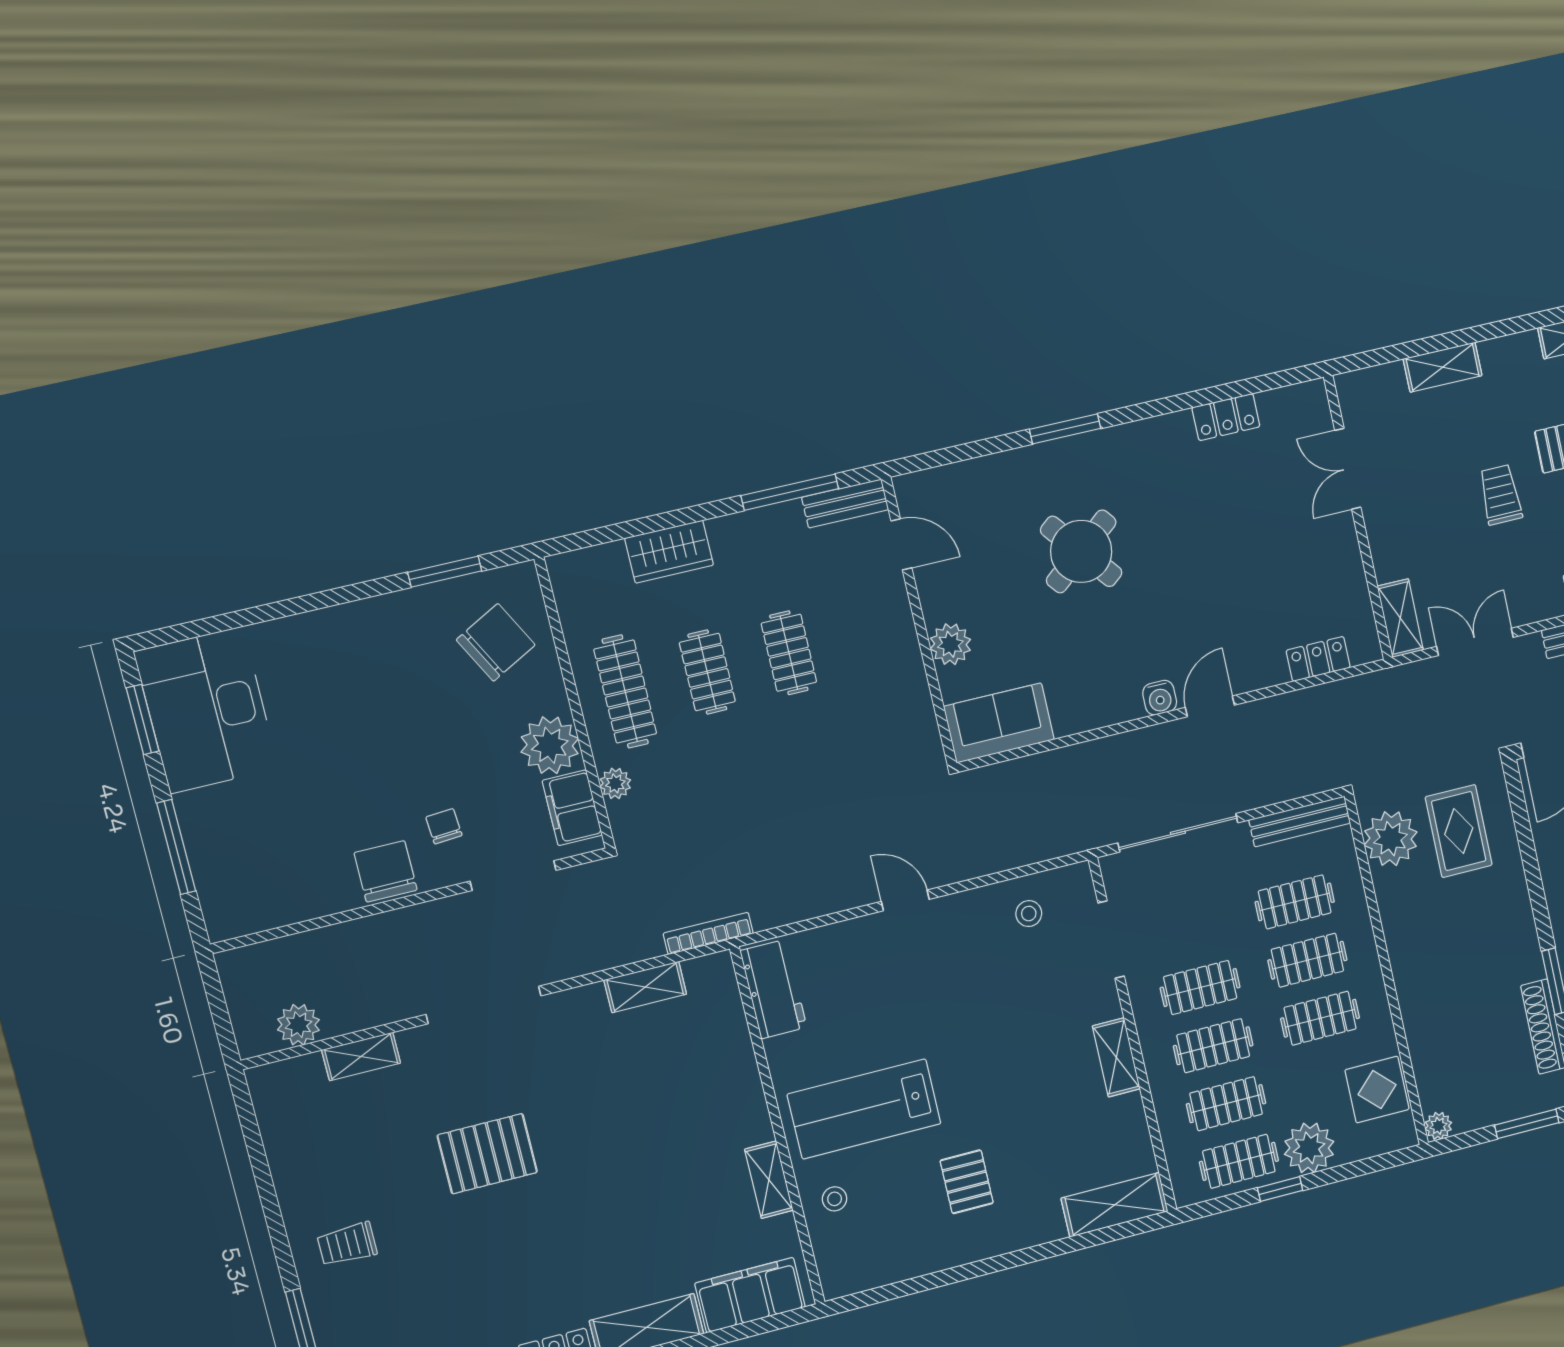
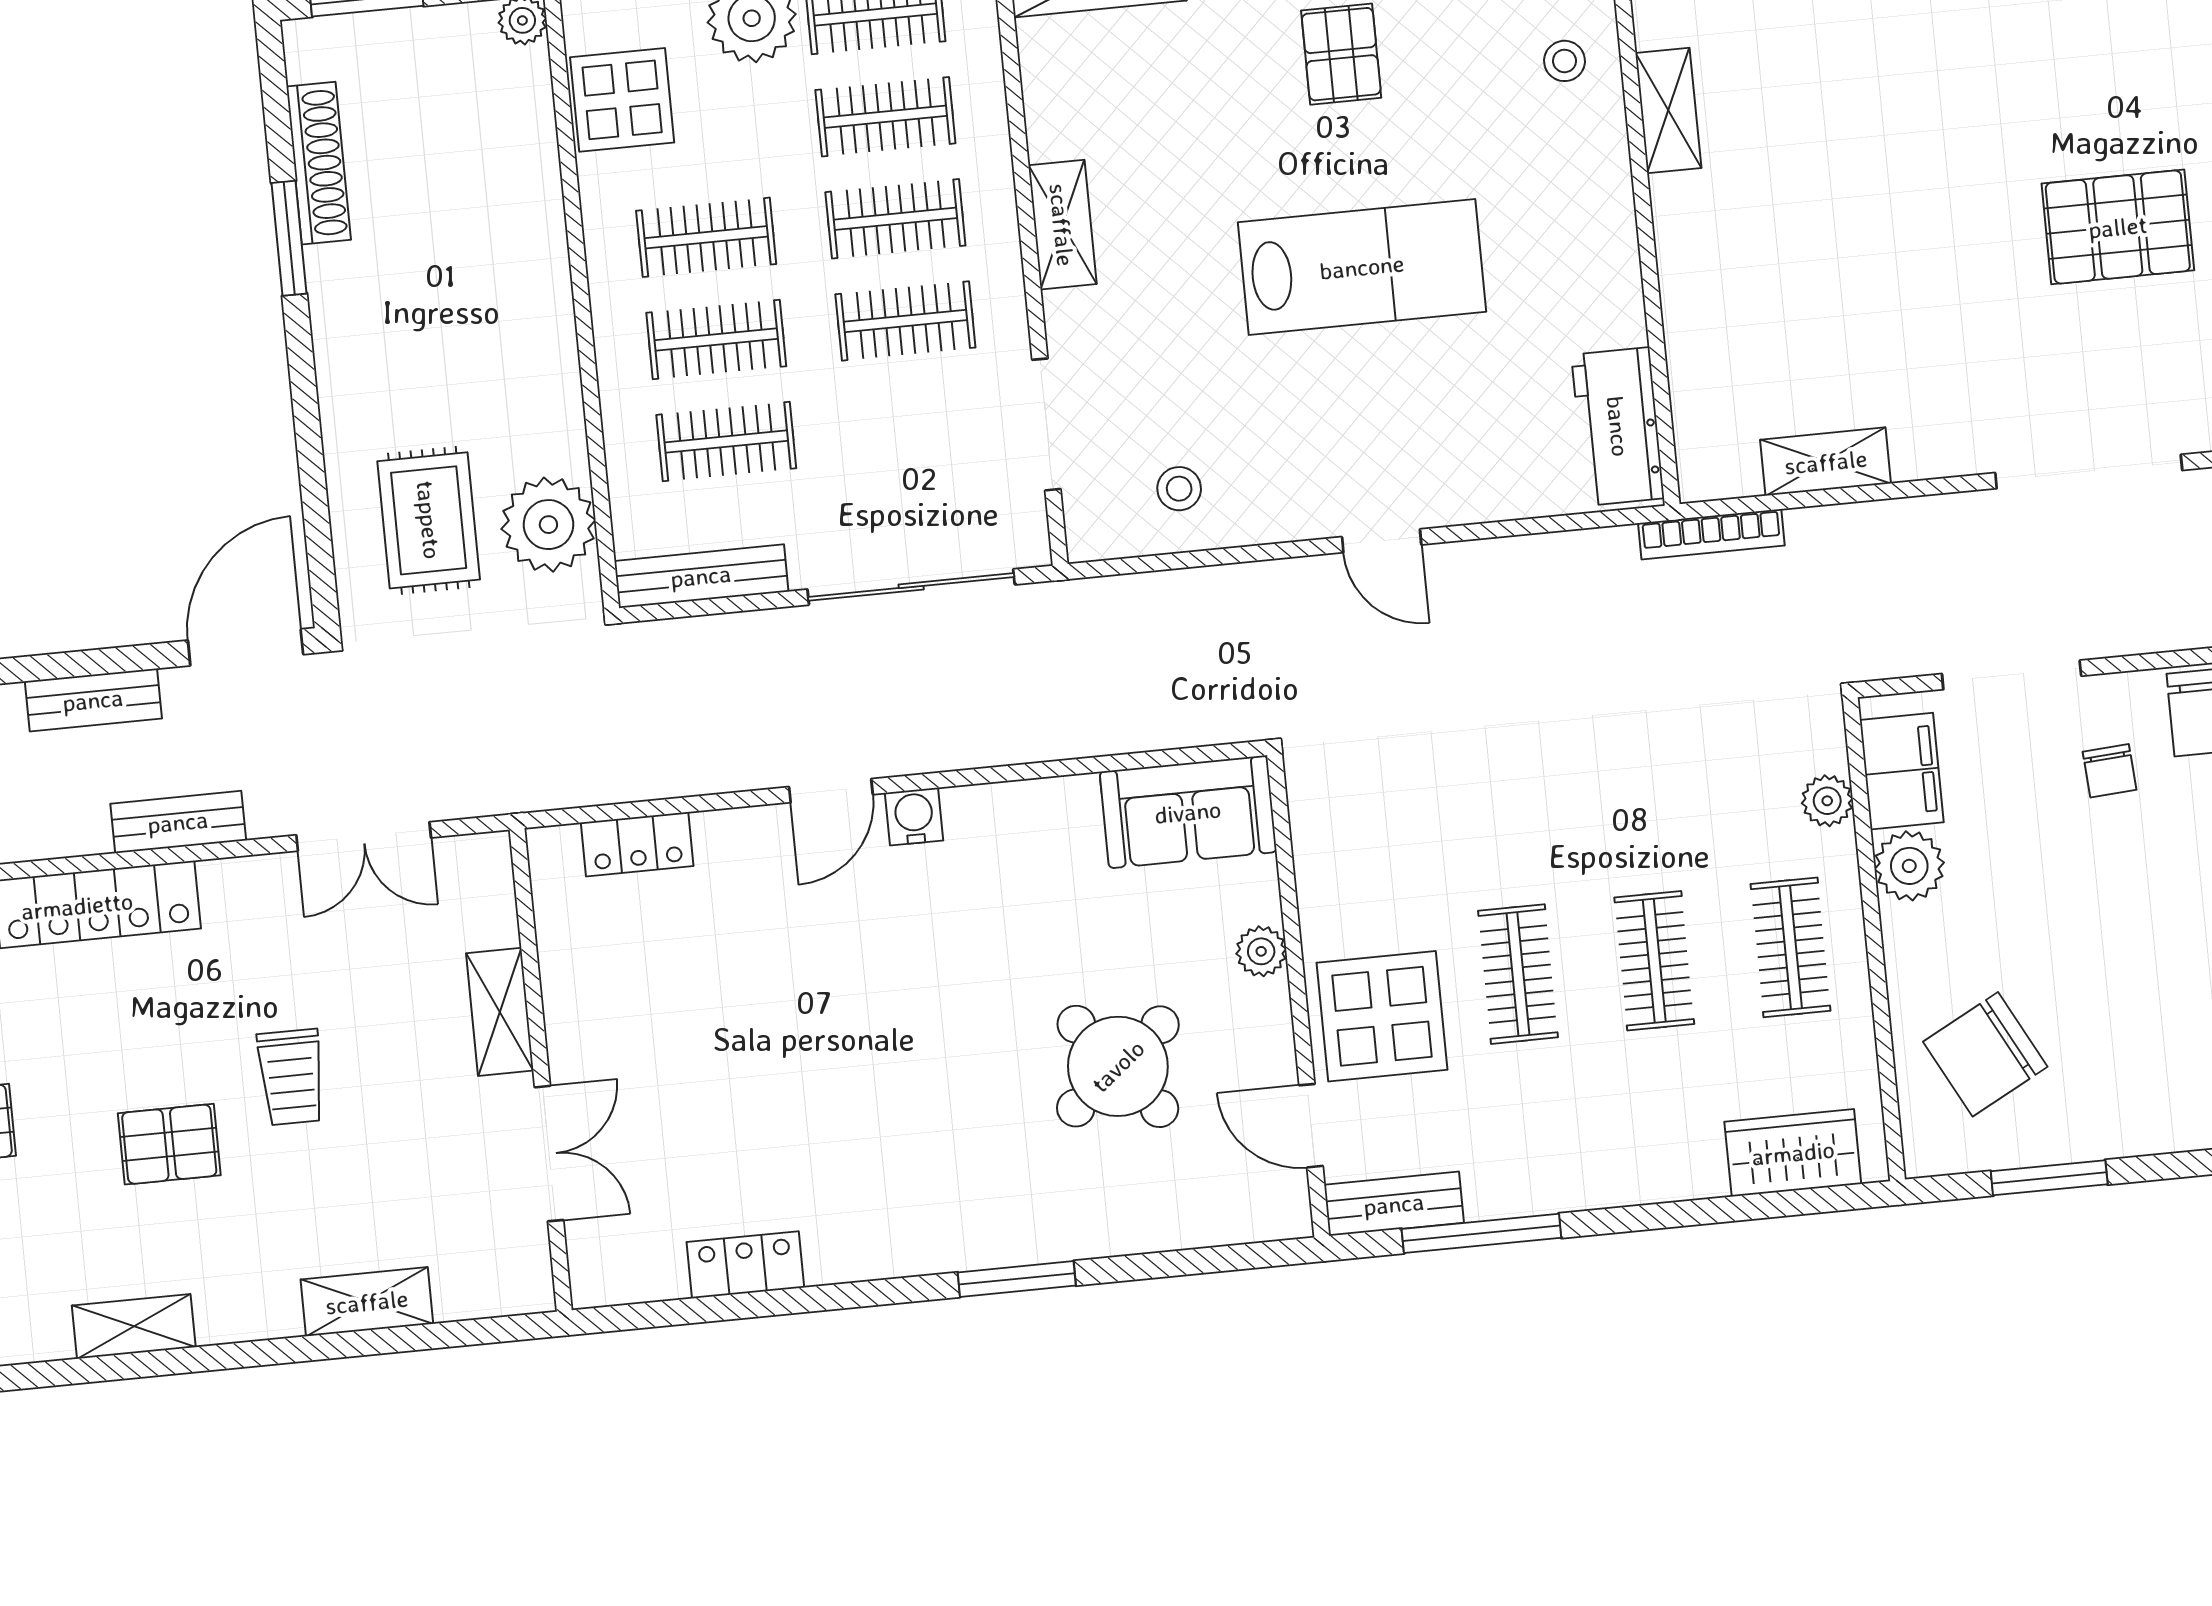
round table: (1081, 551) -> (1118, 1066), moved
wardrobe: (669, 552) -> (1793, 1153), moved
display table: (867, 616) -> (1382, 1016), added
shelving: (1400, 618) -> (500, 1012), moved
plant: (950, 644) -> (1261, 951), width x0.73, depth x0.73
clothes rail: (625, 691) -> (1791, 947), width x0.73
plant: (550, 745) -> (1909, 866), width x0.73, depth x0.73
lab bench: (864, 1109) -> (1362, 267), moved

